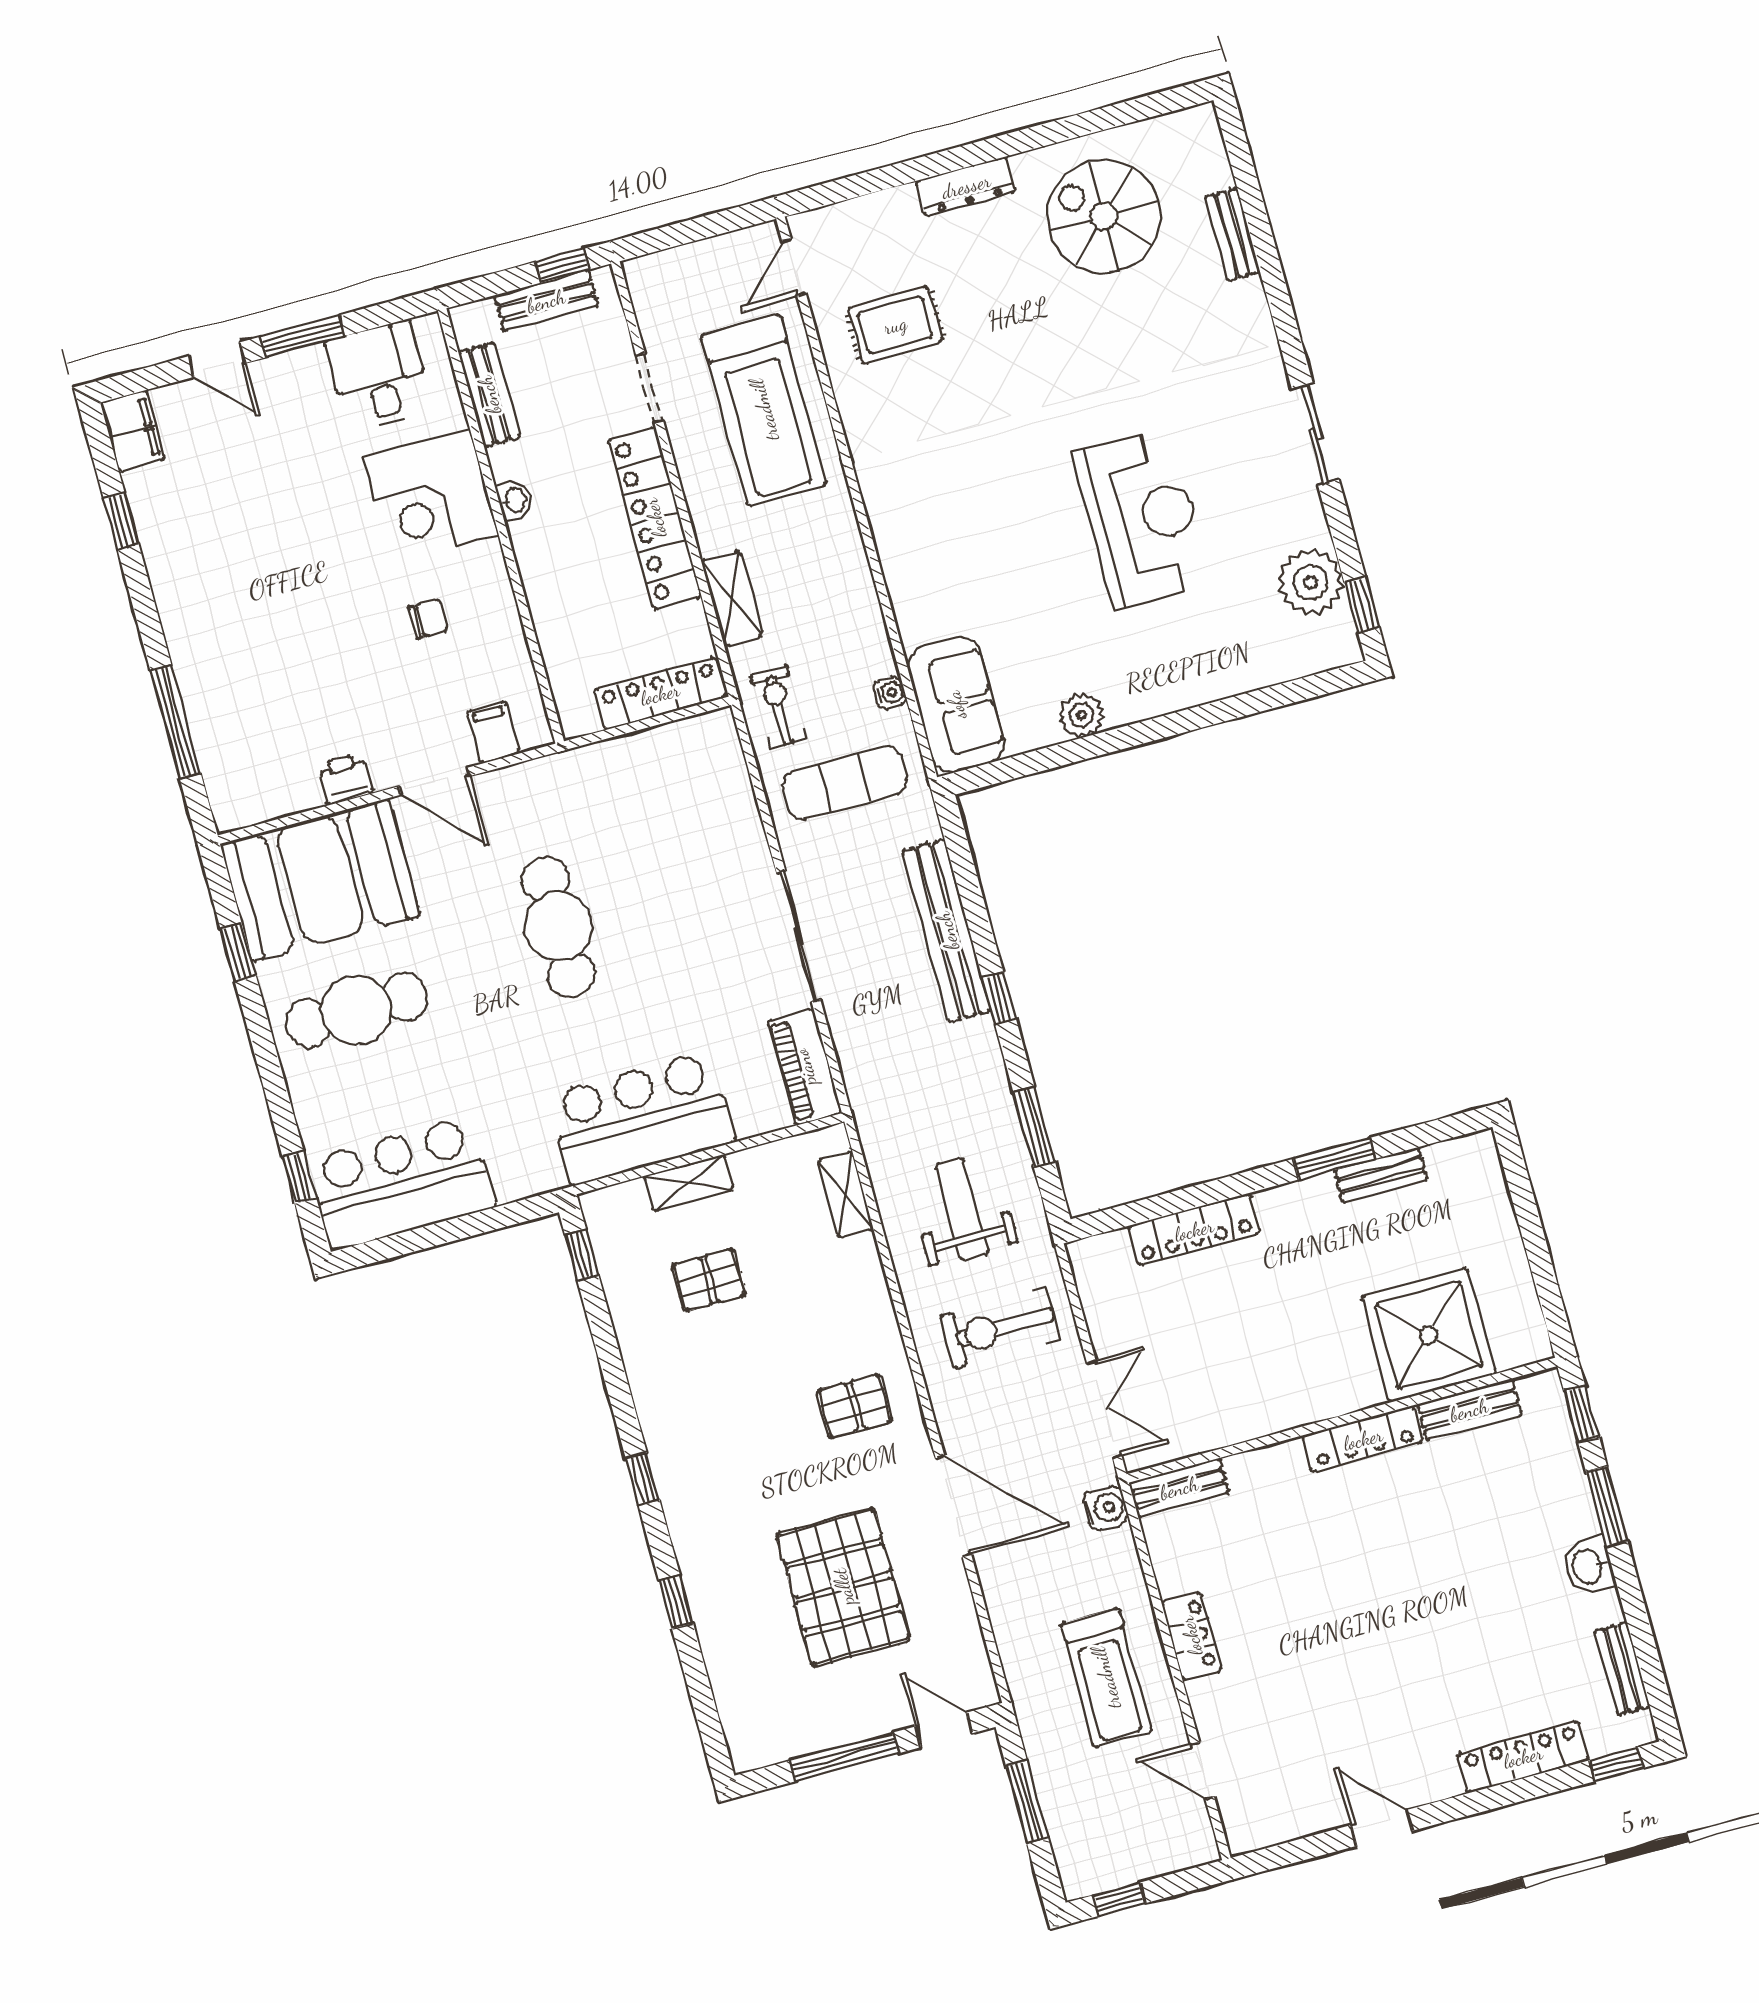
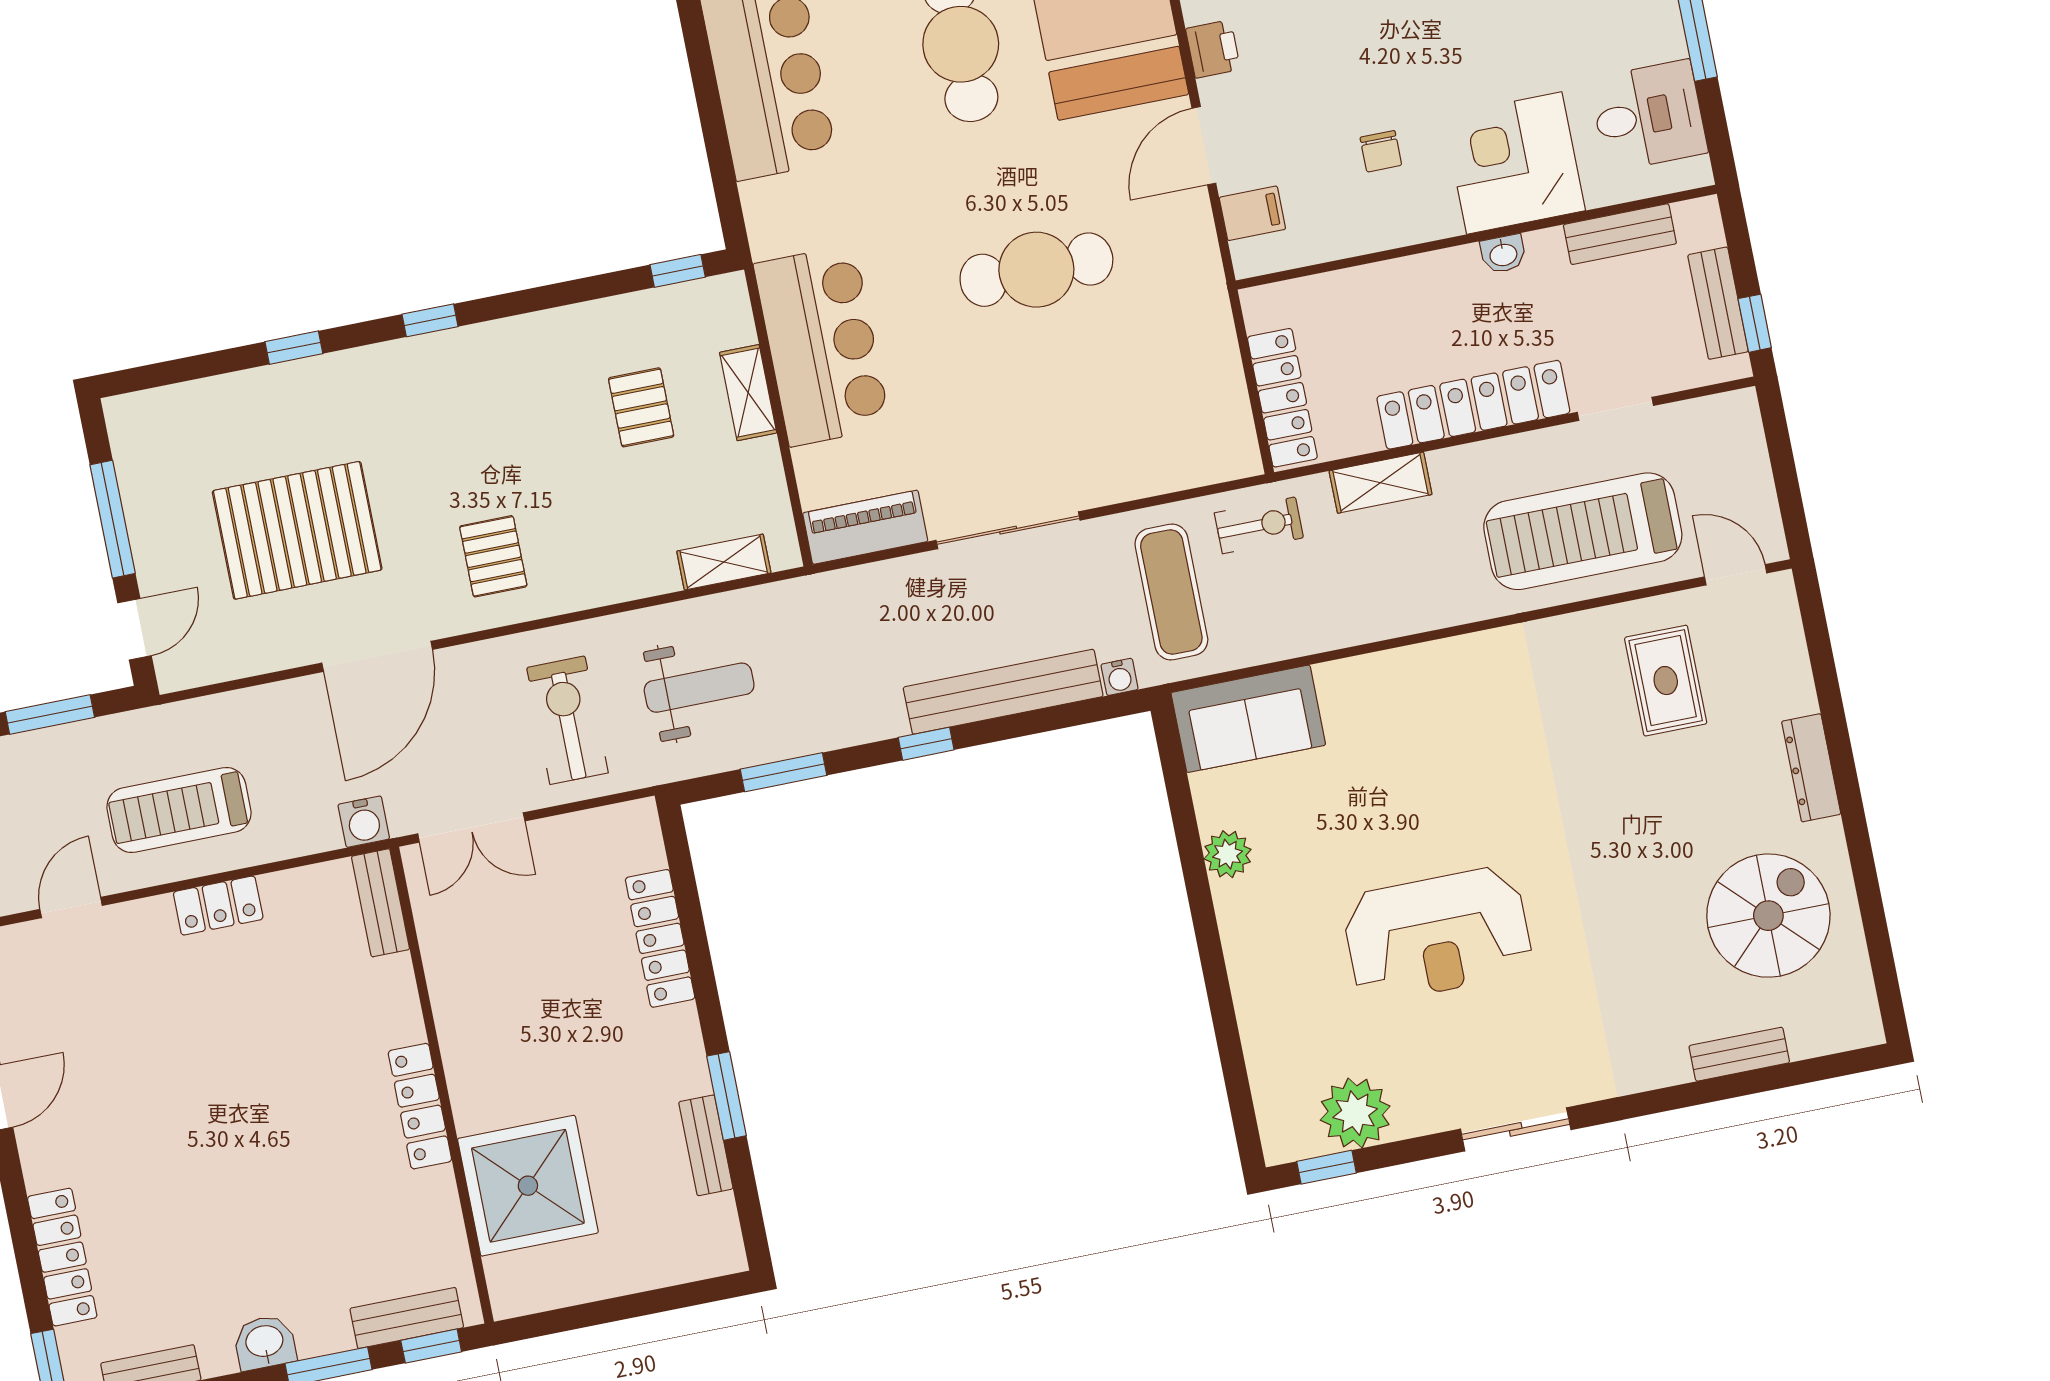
water cooler: (890, 693) -> (1120, 677), moved
bench: (1469, 1410) -> (407, 1318), moved, turned 90

